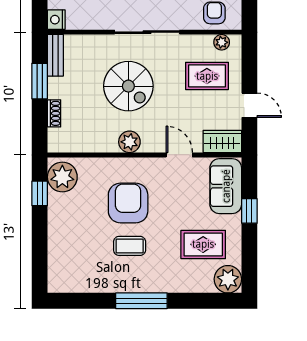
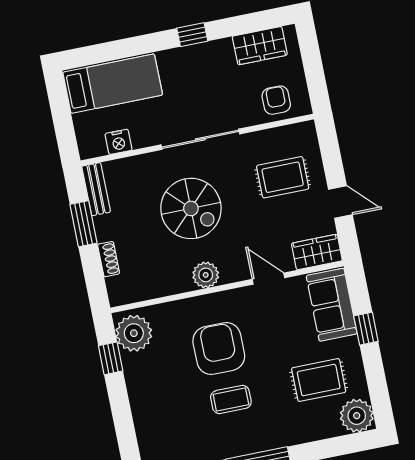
nightstand: (56, 20) -> (118, 142), moved, turned -90
plant: (222, 42) -> (292, 133), removed

